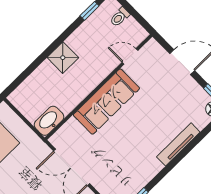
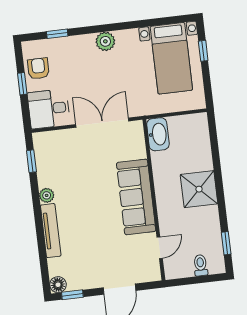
shower: (63, 58) -> (199, 189), width x1.36, depth x1.36
plant: (155, 167) -> (47, 195), added

